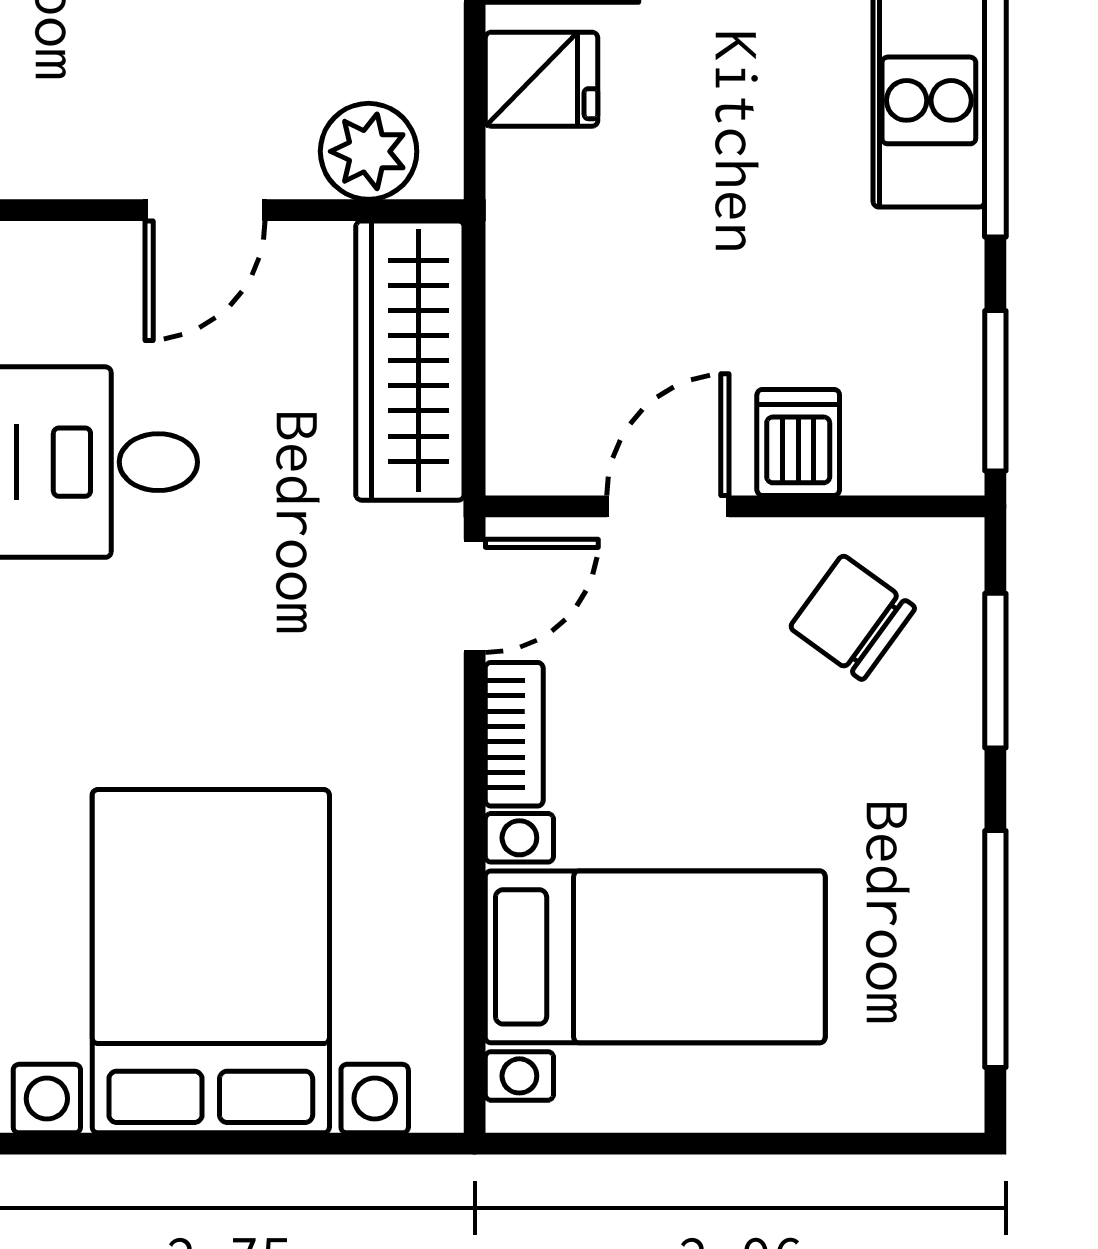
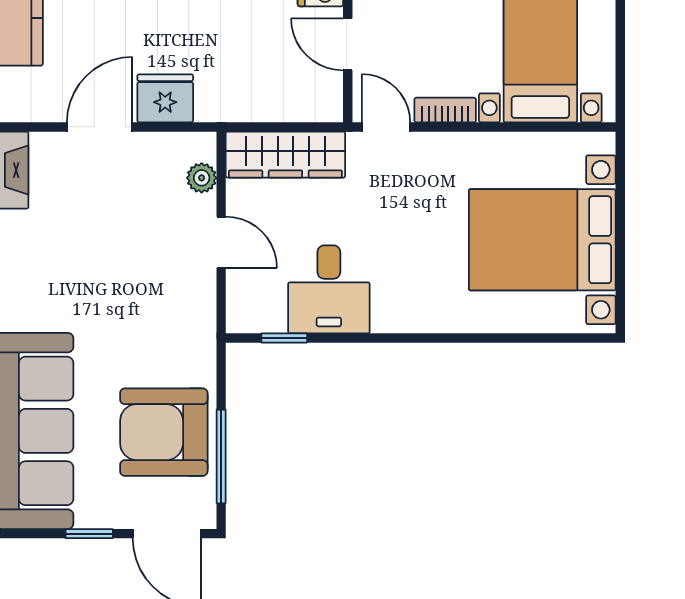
fridge: (542, 79) -> (165, 98), width x1.38
plant: (369, 151) -> (202, 178), width x0.73, depth x0.73

